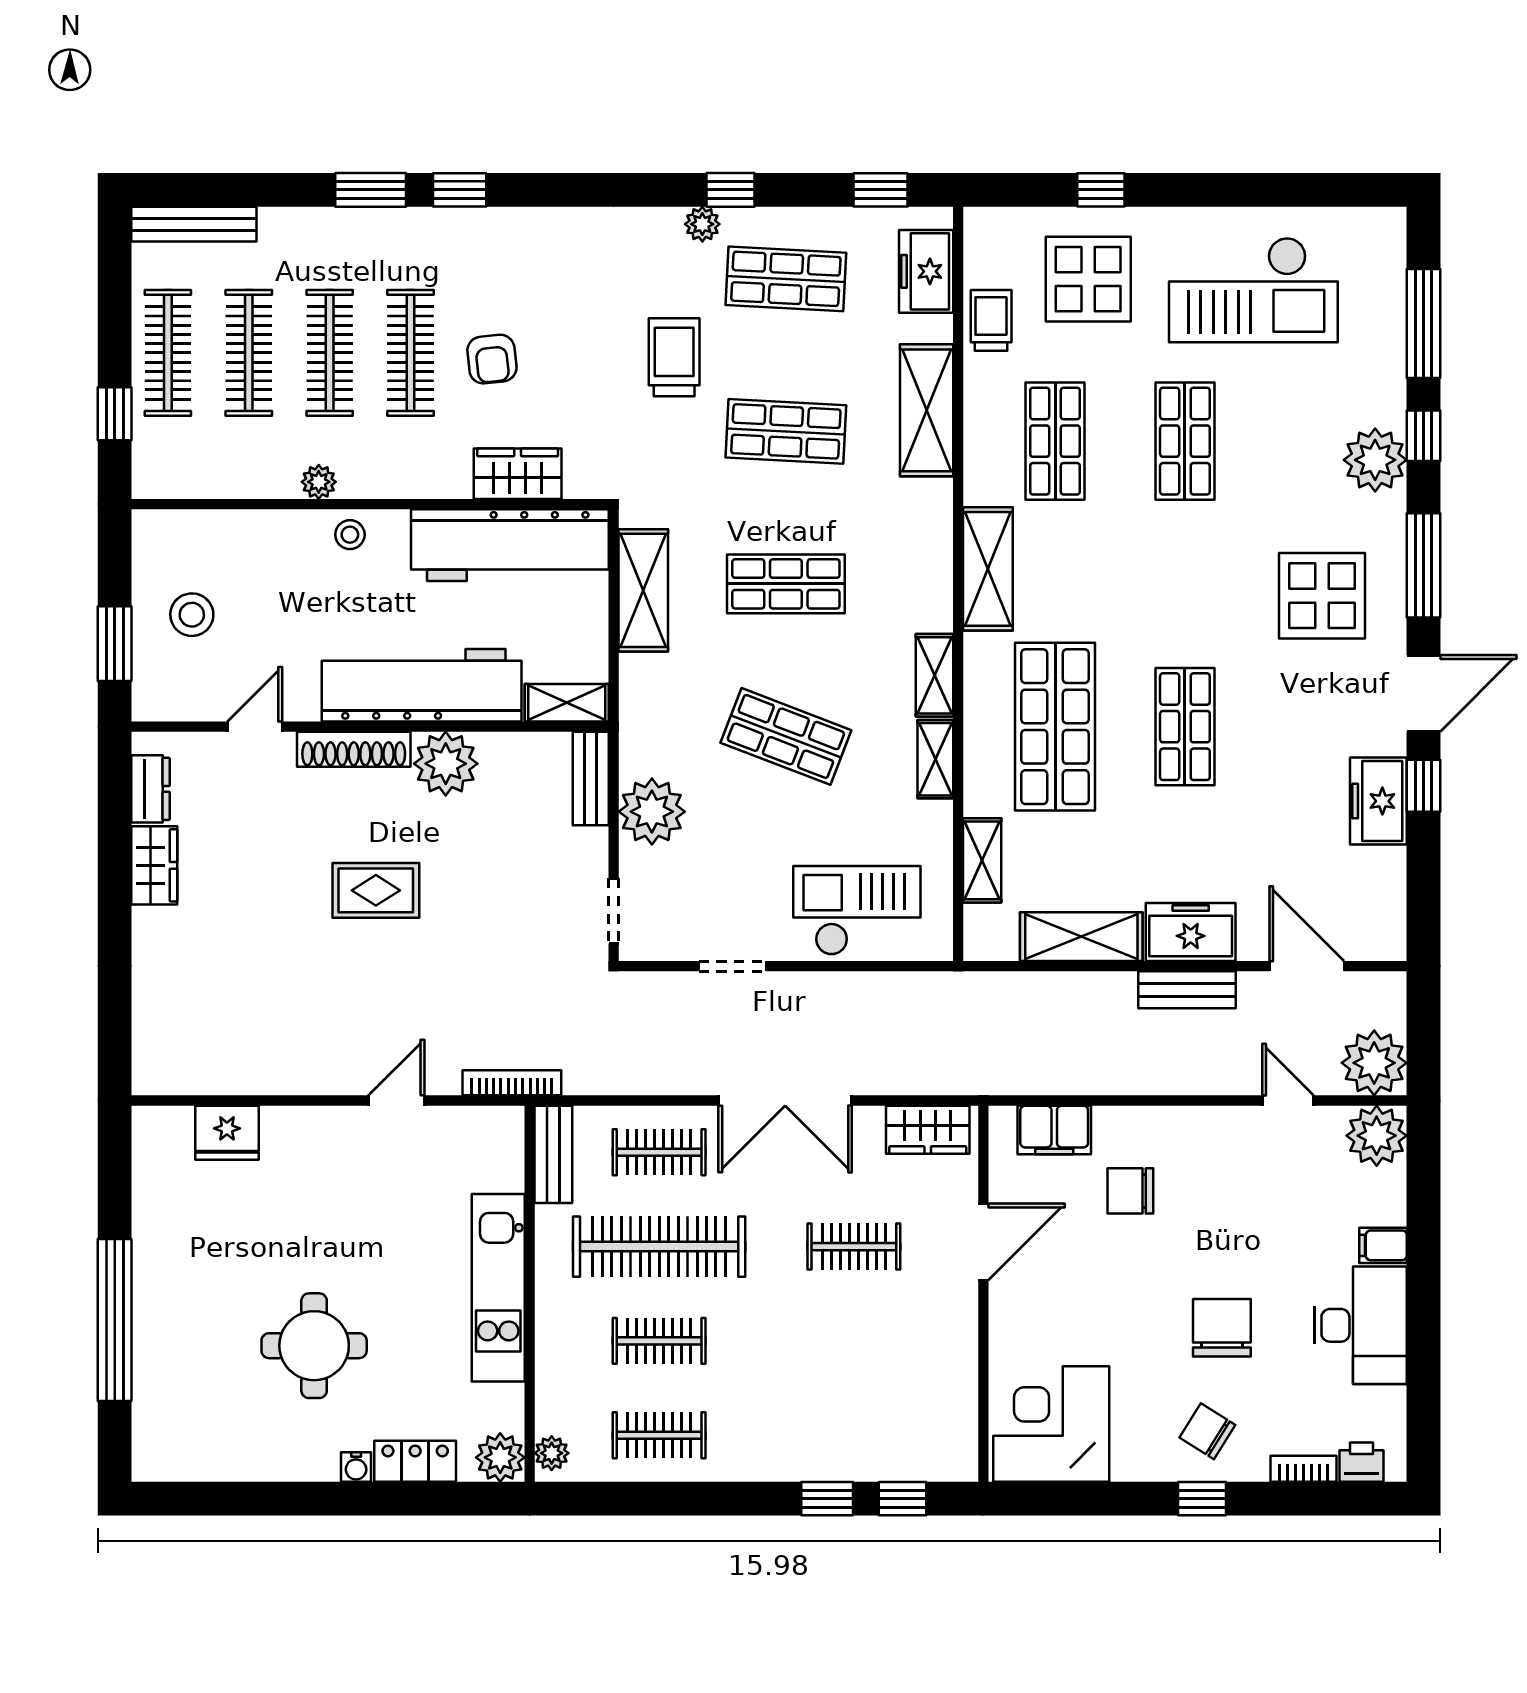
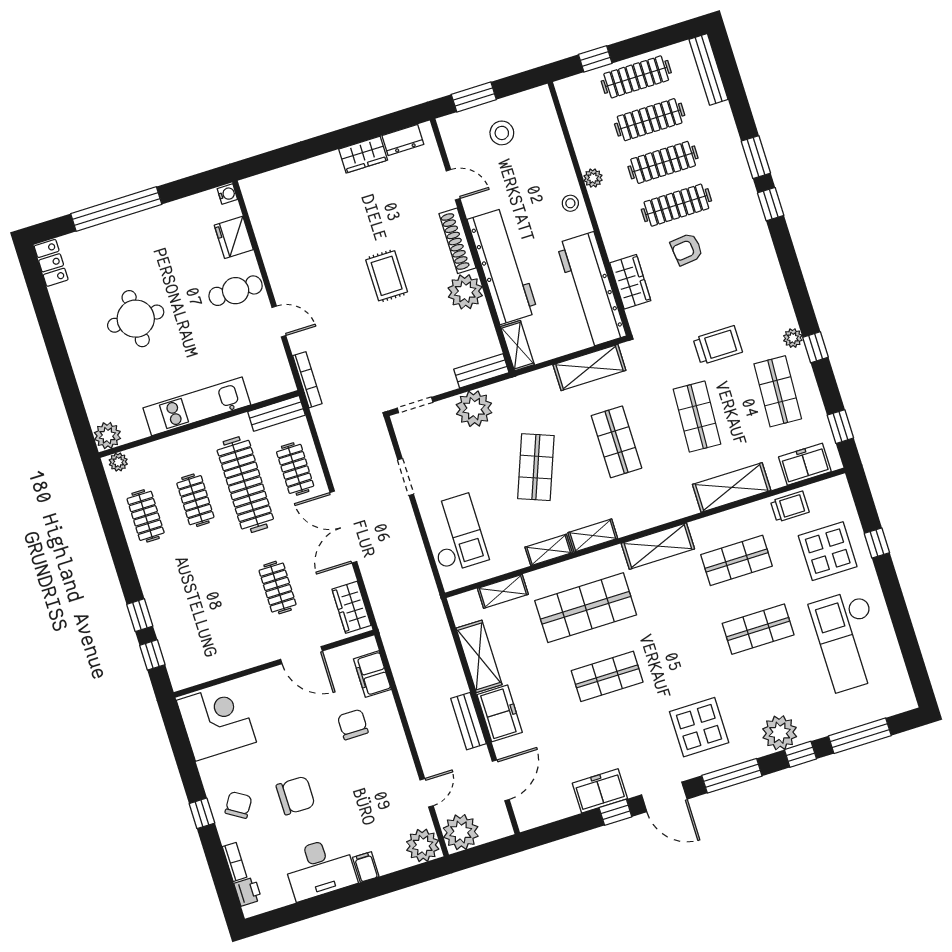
cafe table: (320, 1159) -> (236, 291), added
locker: (415, 1461) -> (51, 263), moved
water cooler: (356, 1467) -> (227, 194), moved, turned 180

